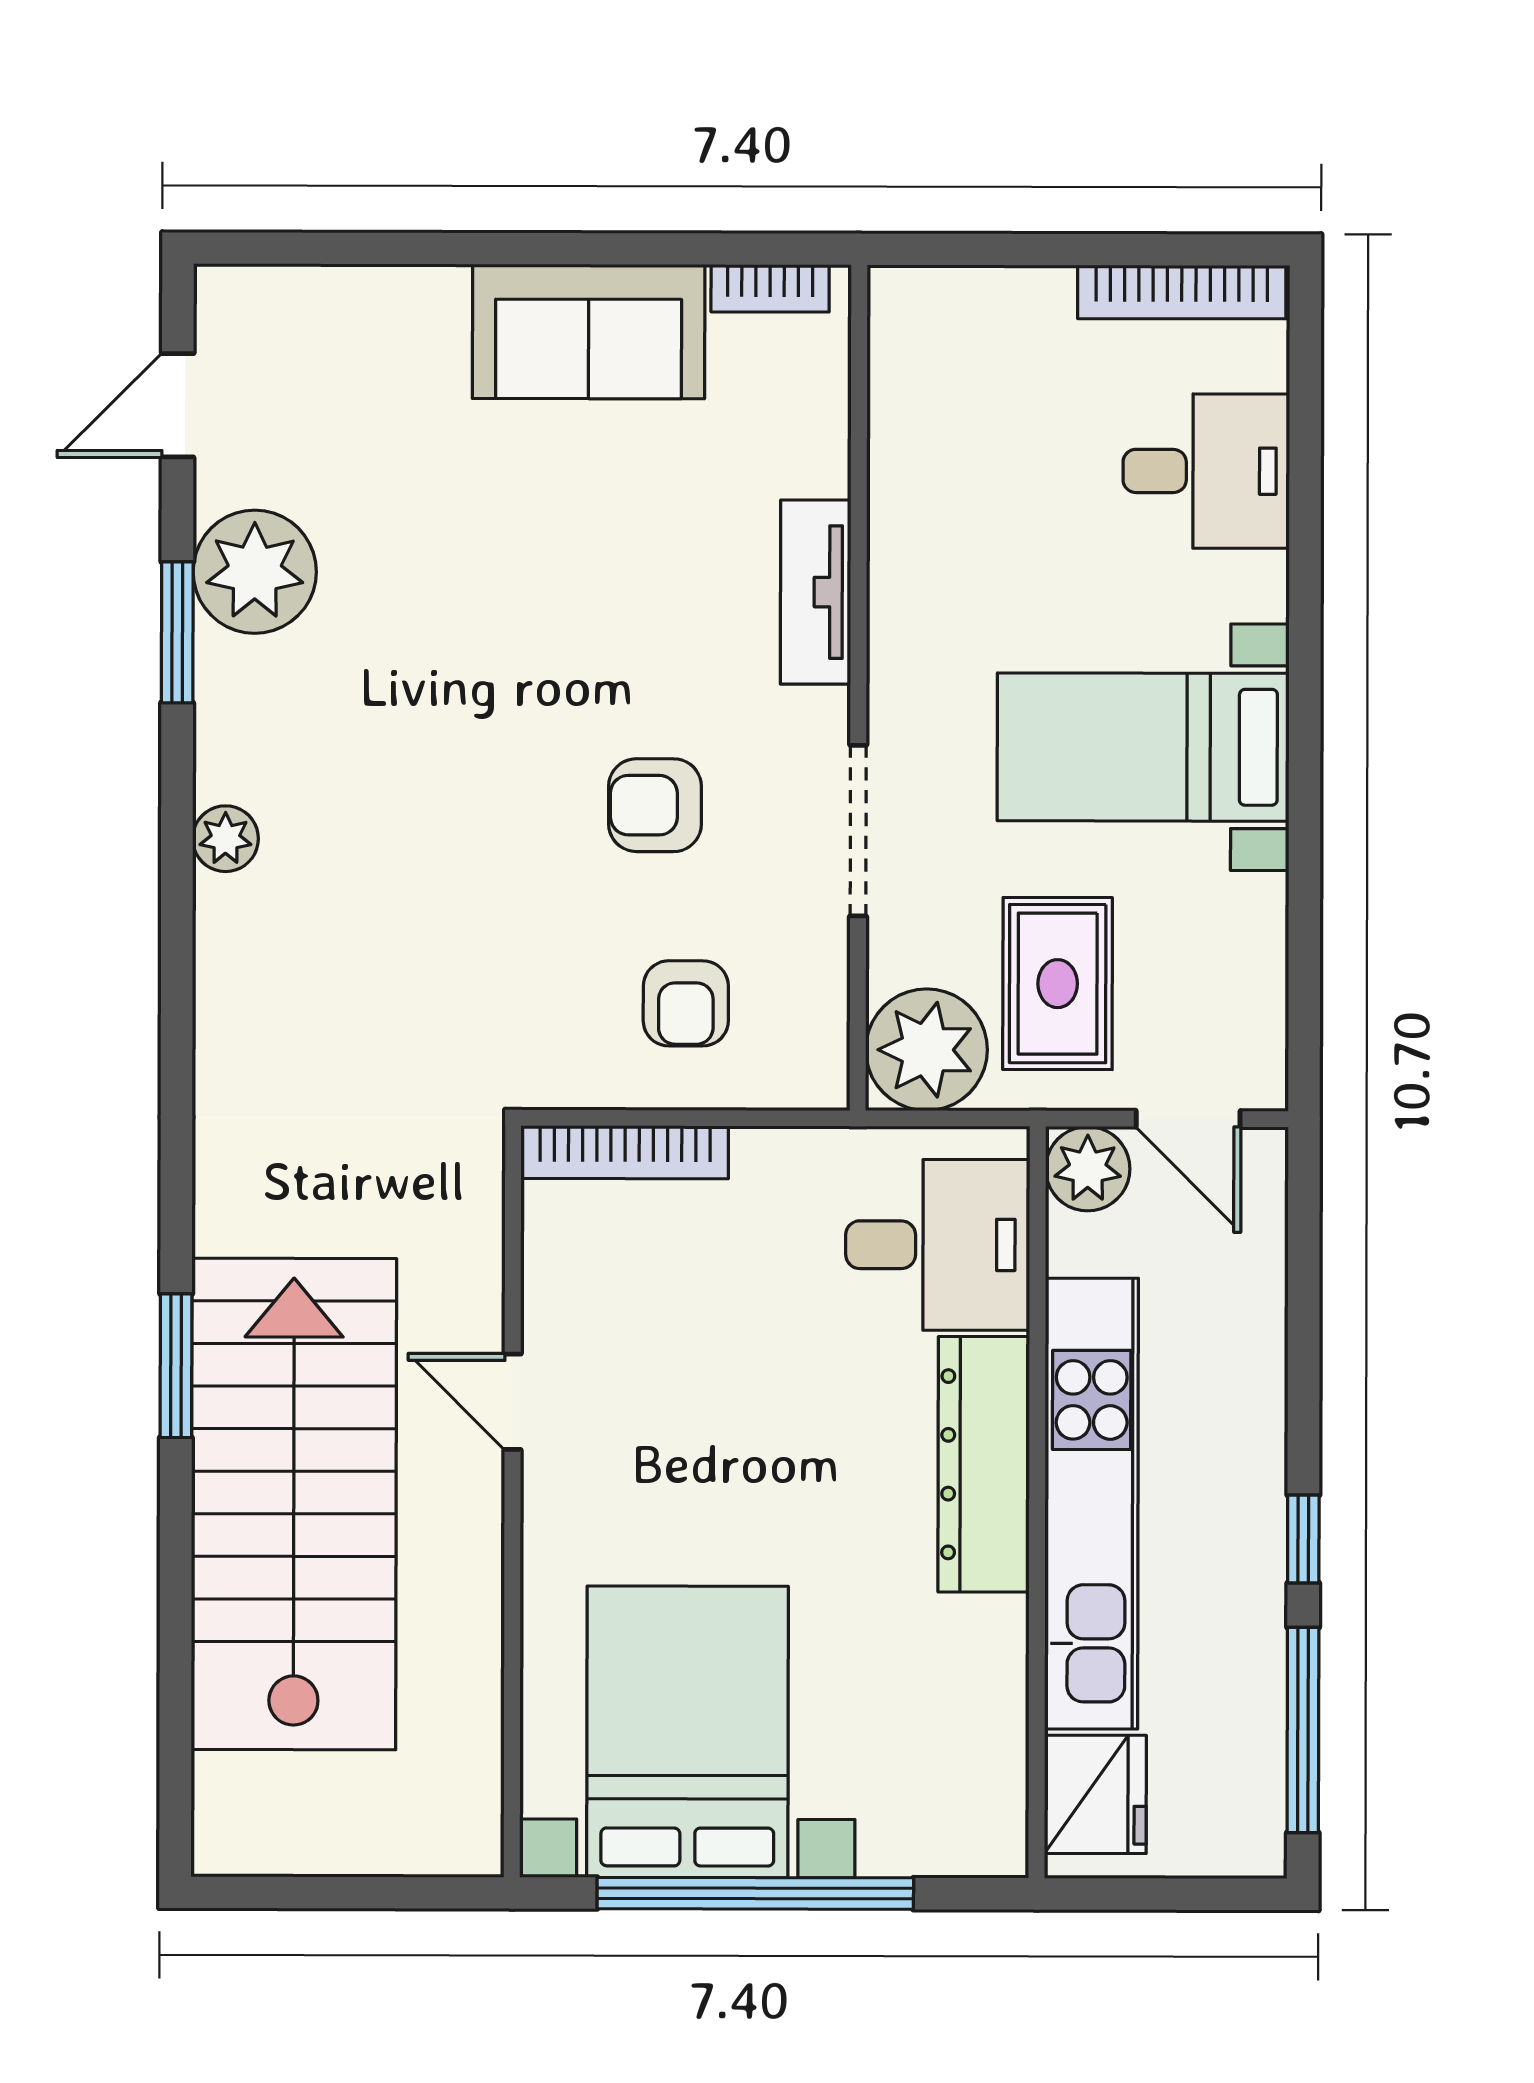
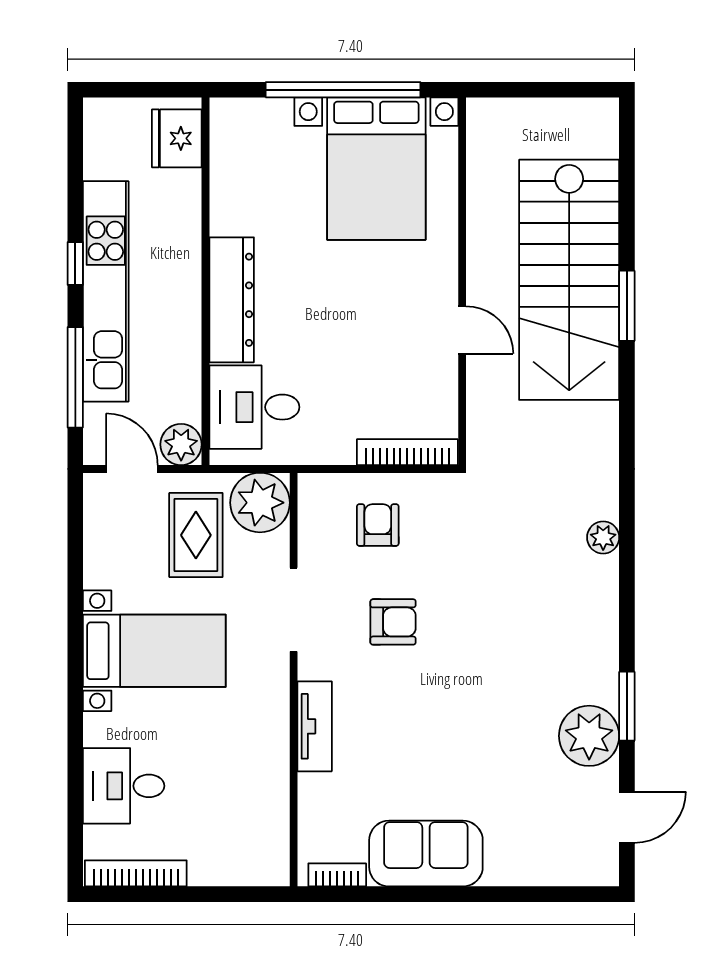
plant: (225, 839) -> (603, 537), moved
window: (176, 1366) -> (627, 306), moved
kitchen unit: (1092, 1504) -> (106, 291), moved, turned 180
window: (1303, 1730) -> (75, 377), moved

